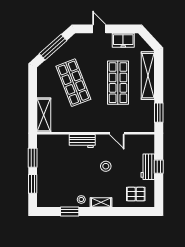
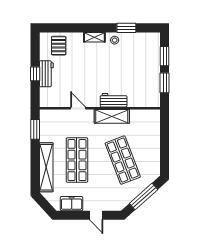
shelving: (44, 115) -> (112, 116), moved, turned 90
stool: (106, 166) -> (89, 74), removed
pallet: (136, 194) -> (59, 46), turned 90

